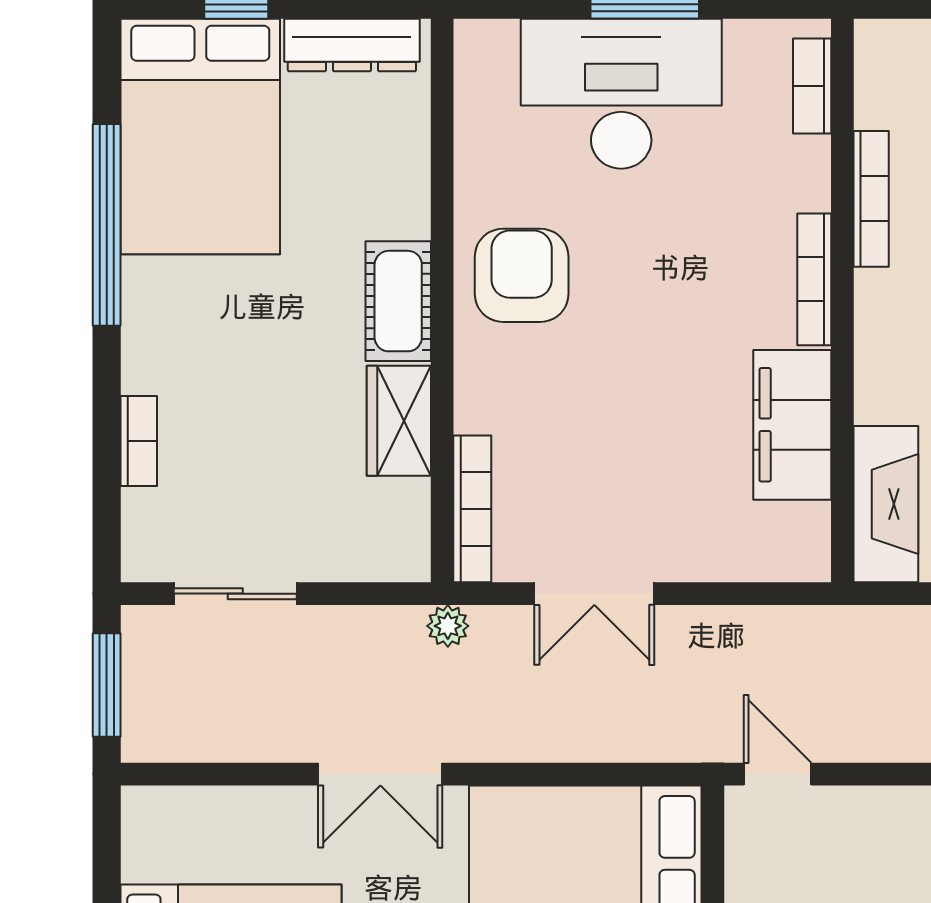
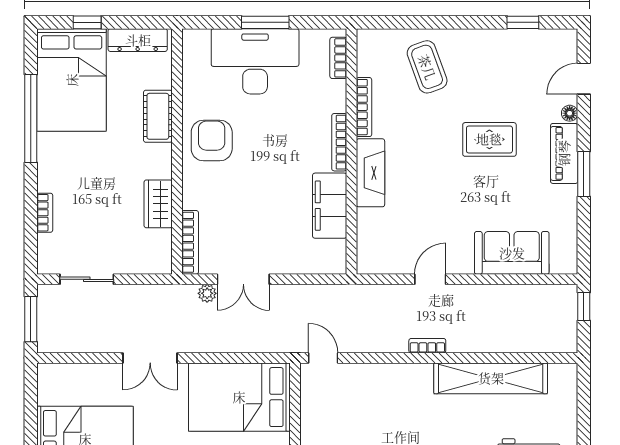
cot: (398, 301) -> (158, 116), moved
fireplace: (886, 504) -> (370, 173), moved
plant: (448, 626) -> (207, 293), moved

